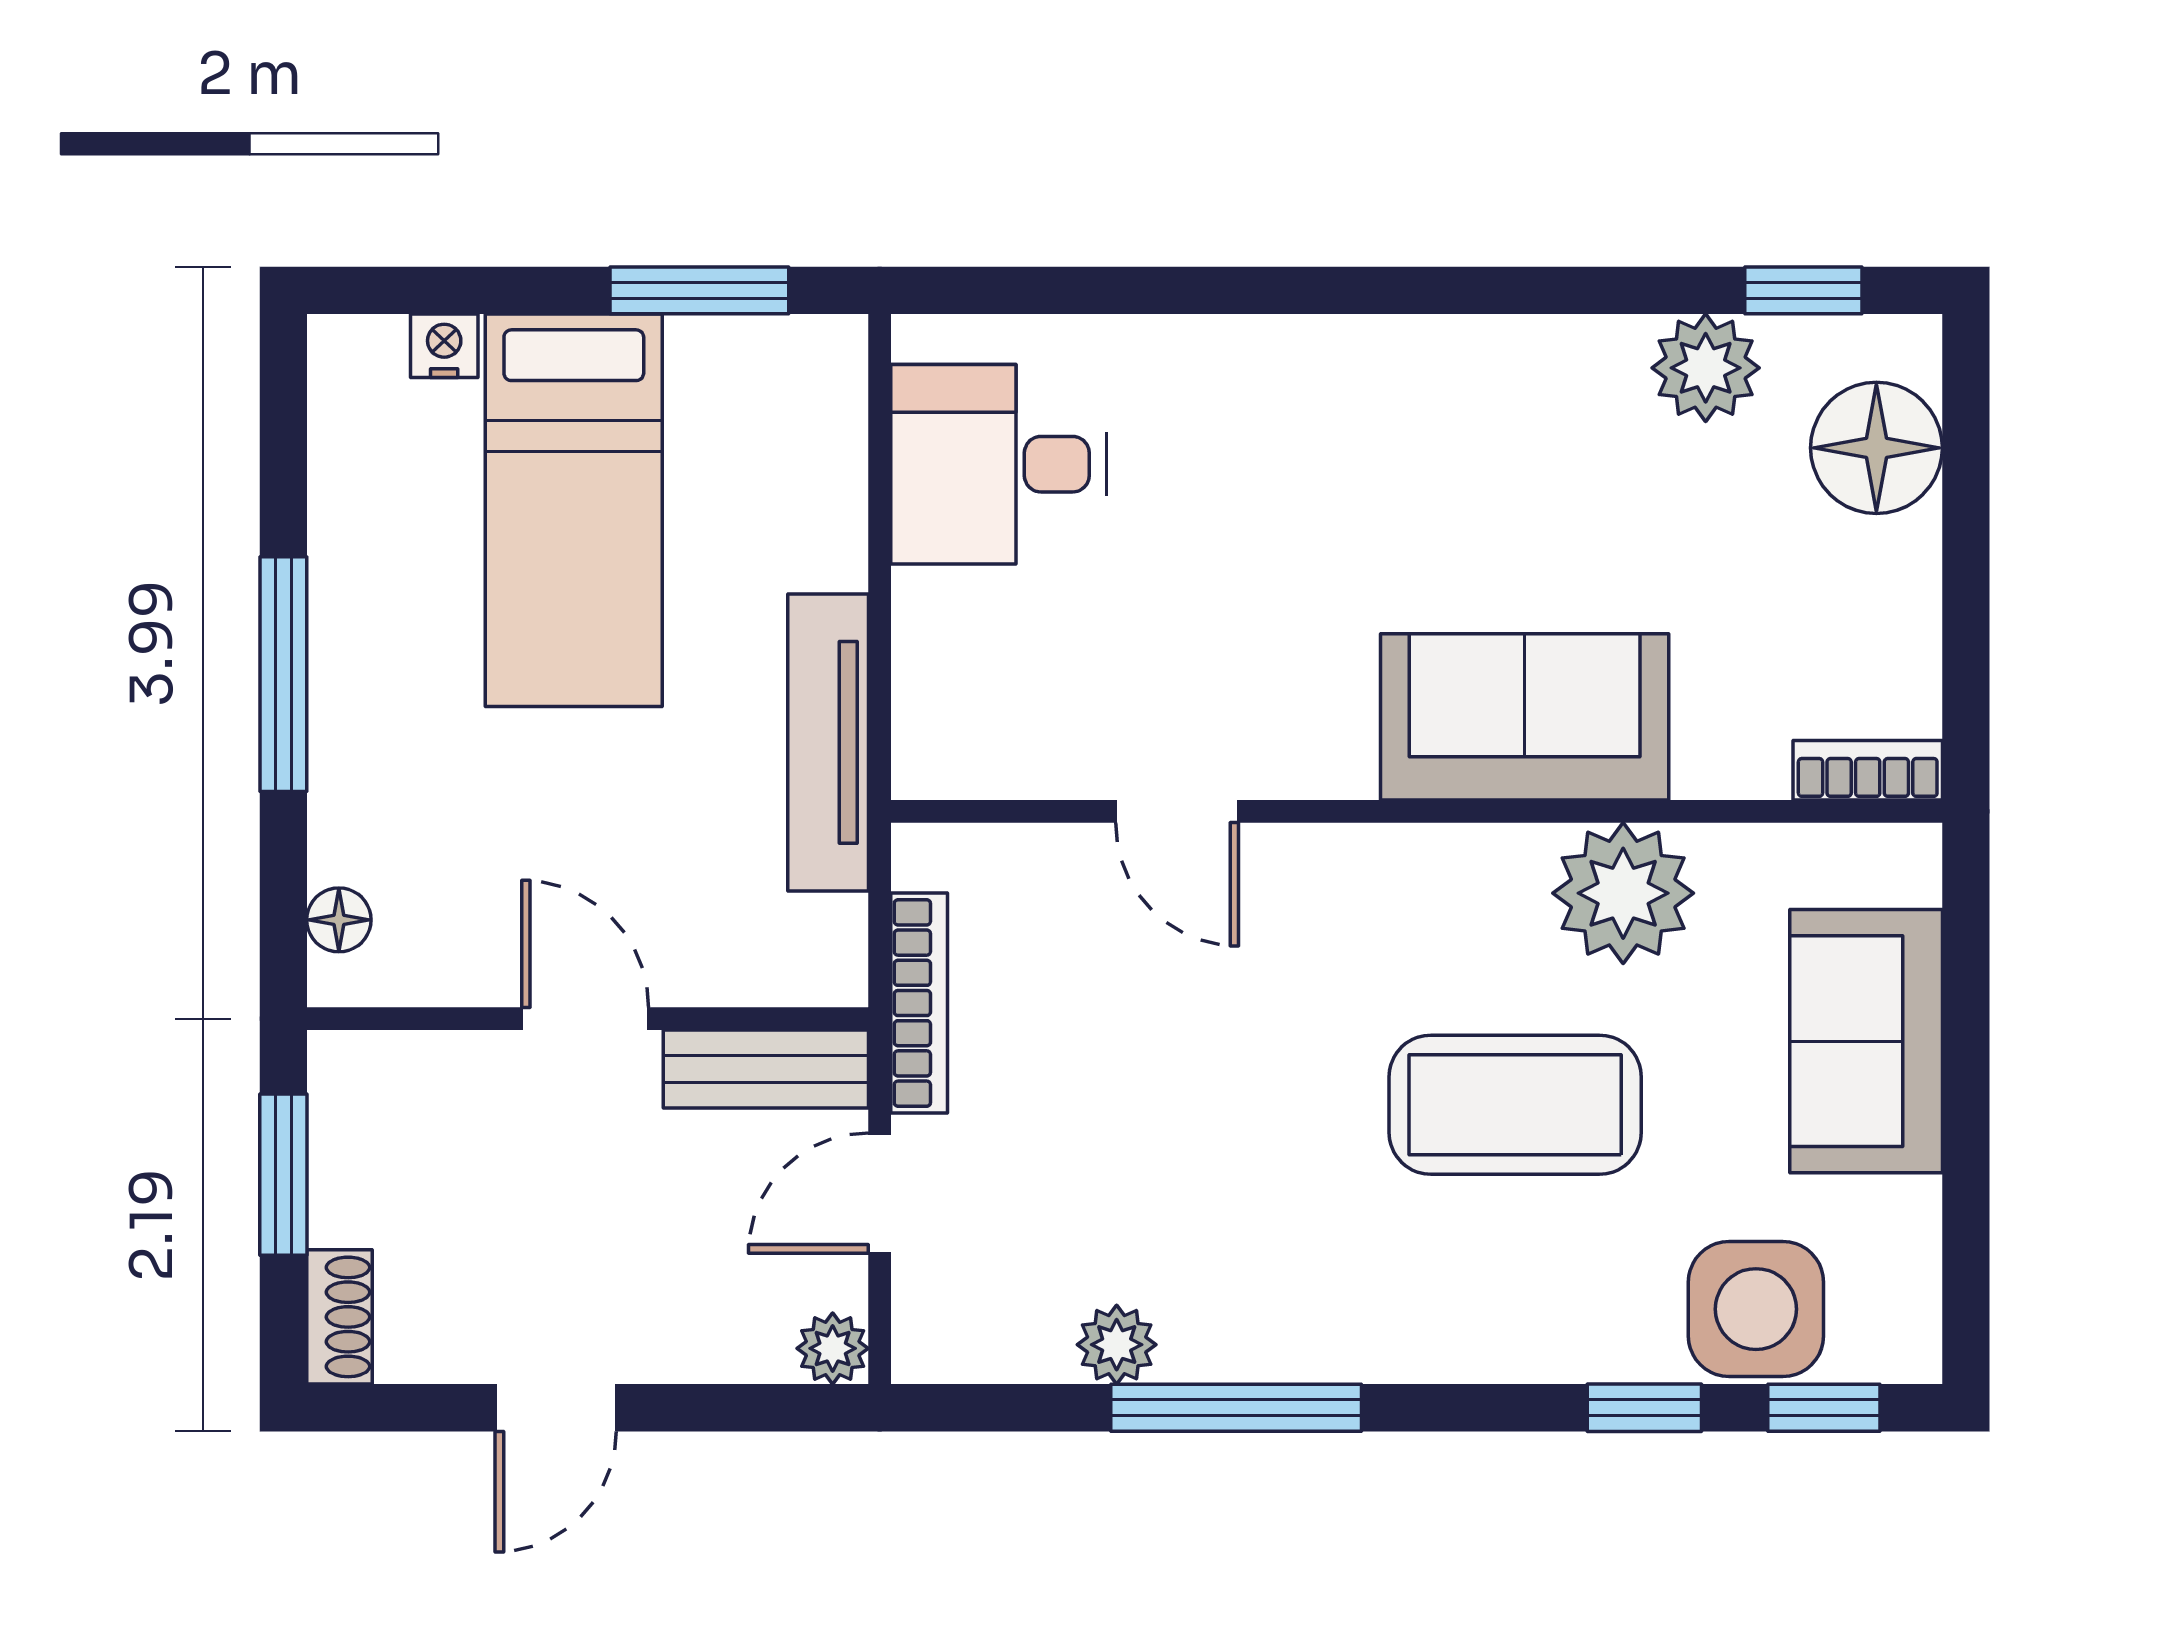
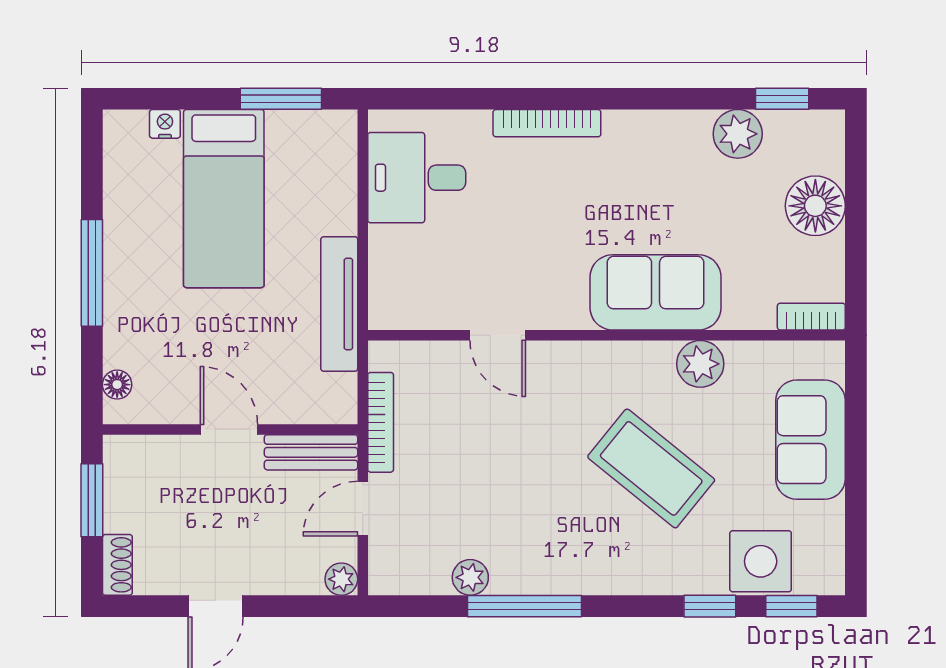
bookcase: (1285, 344) -> (547, 123), added
floor lamp: (1876, 448) -> (815, 206), moved
plant: (1623, 893) -> (700, 364), width x0.73, depth x0.73
coffee table: (1515, 1105) -> (651, 468), turned 39

